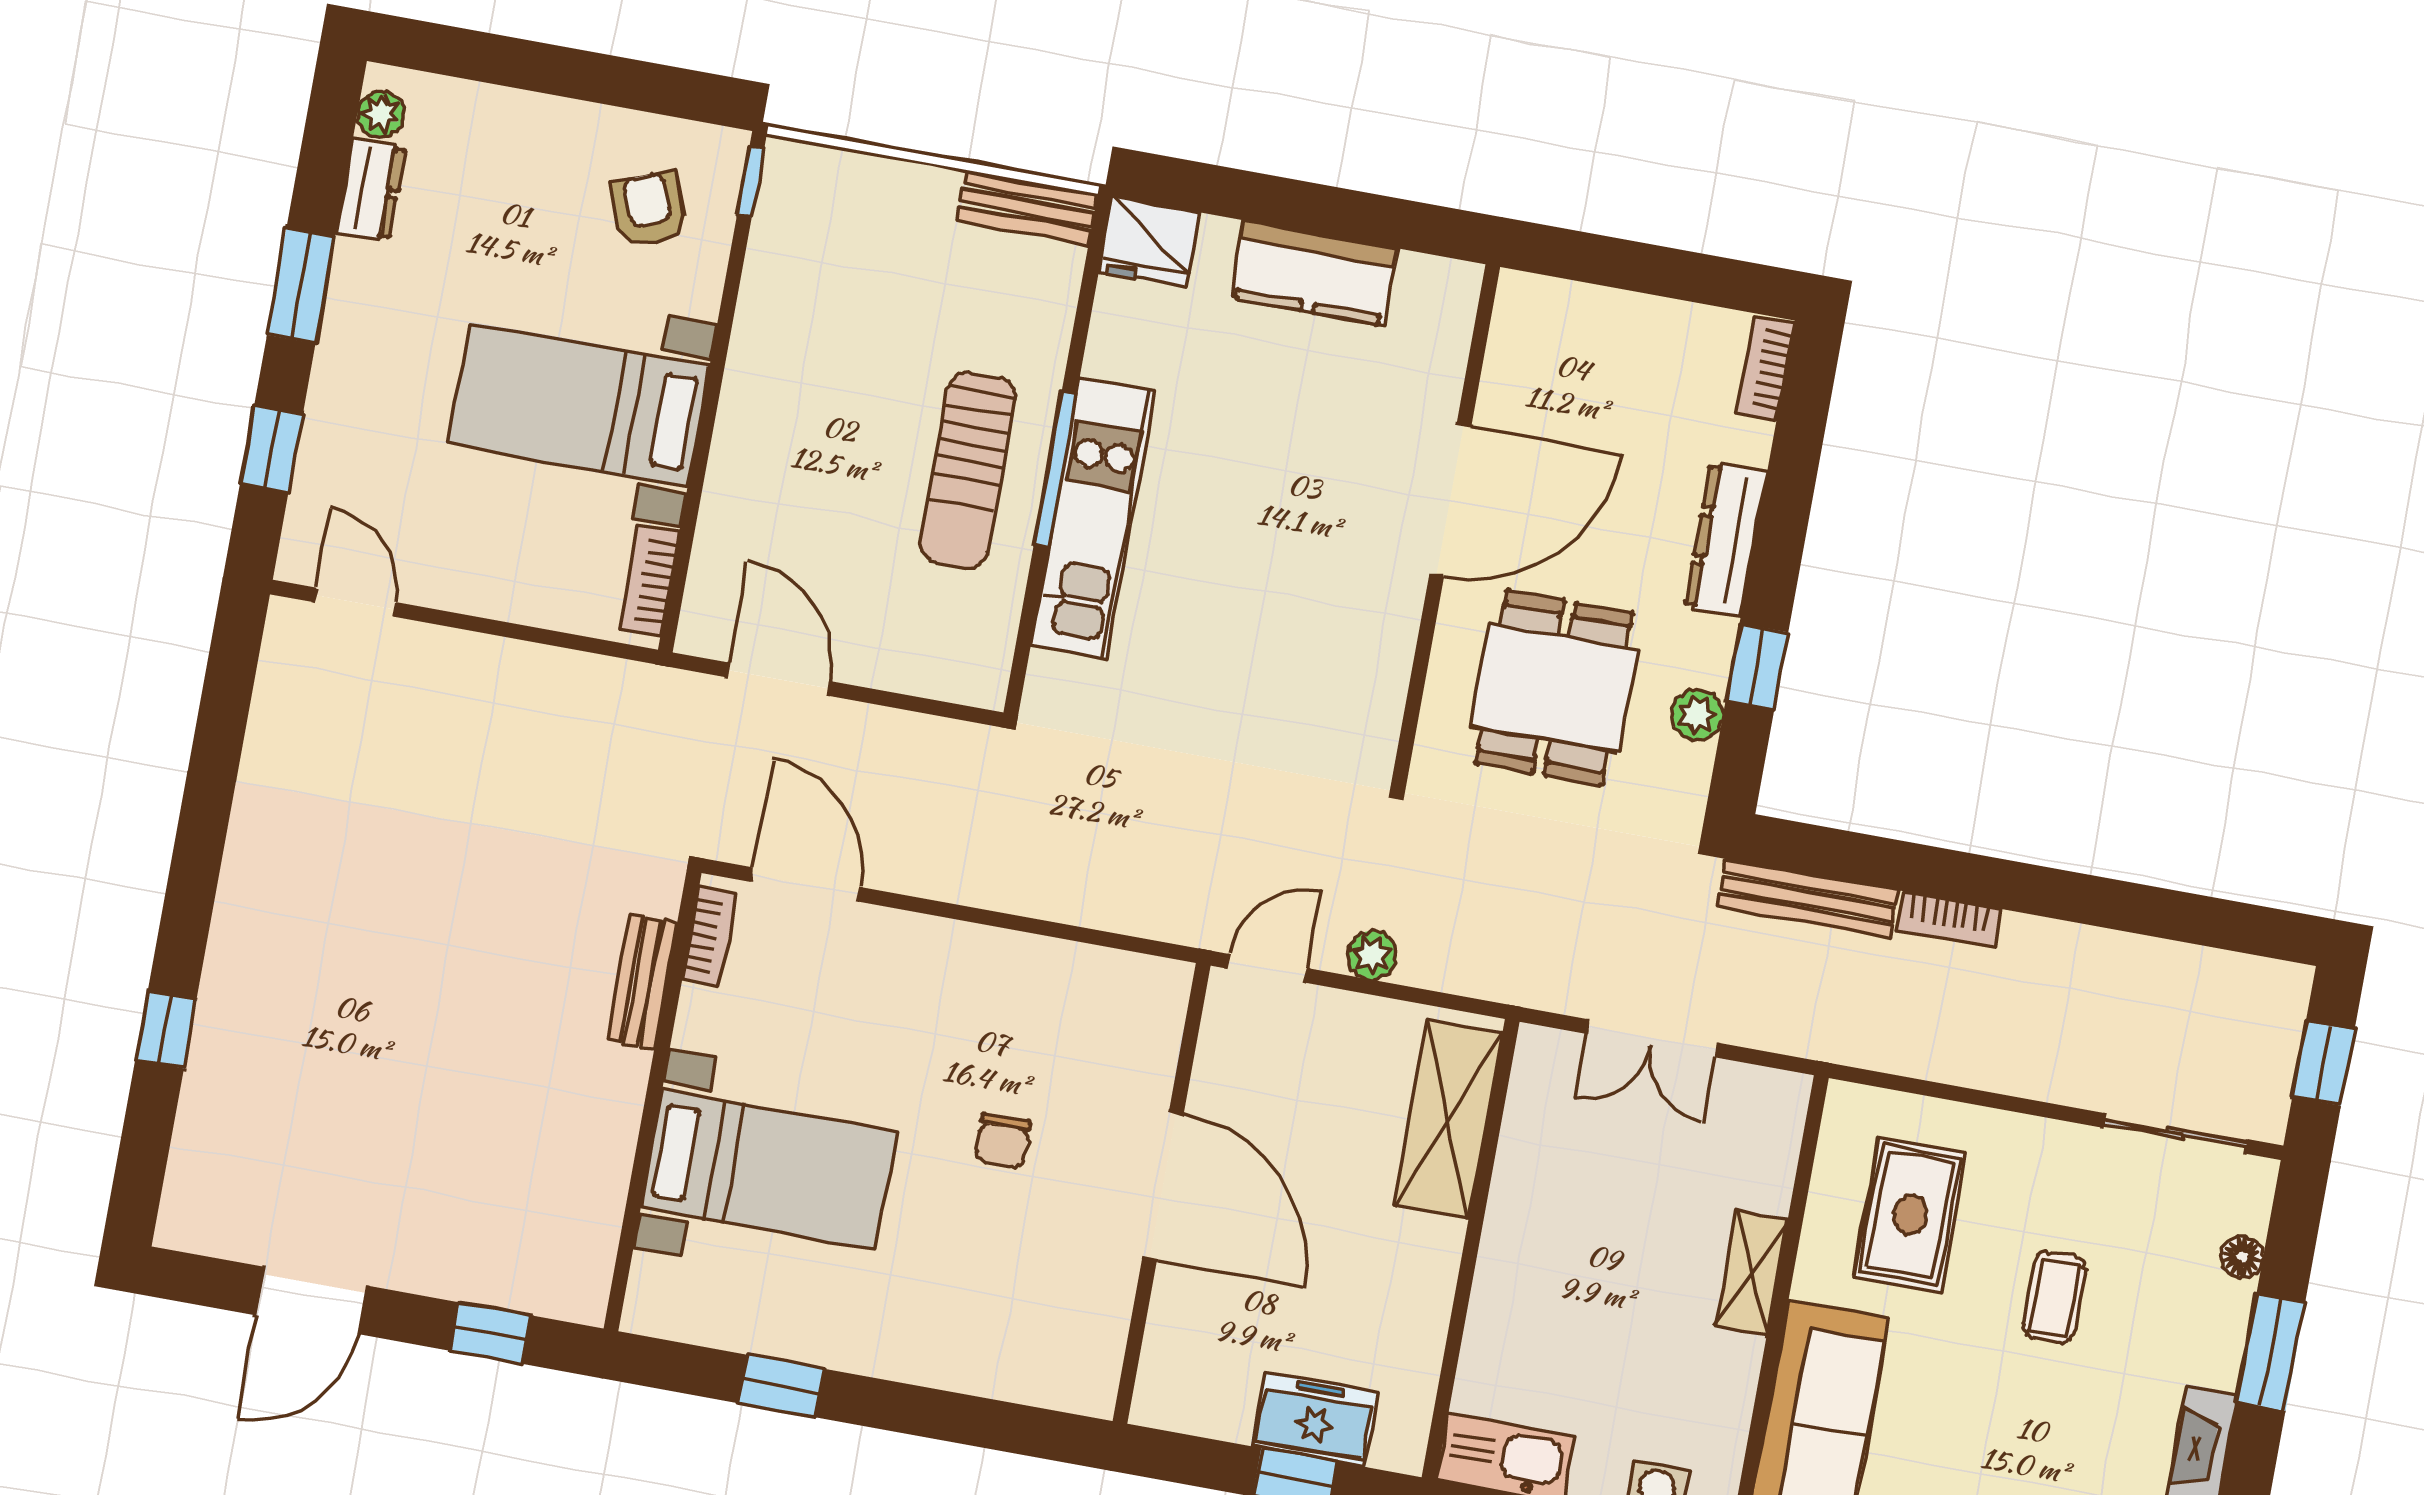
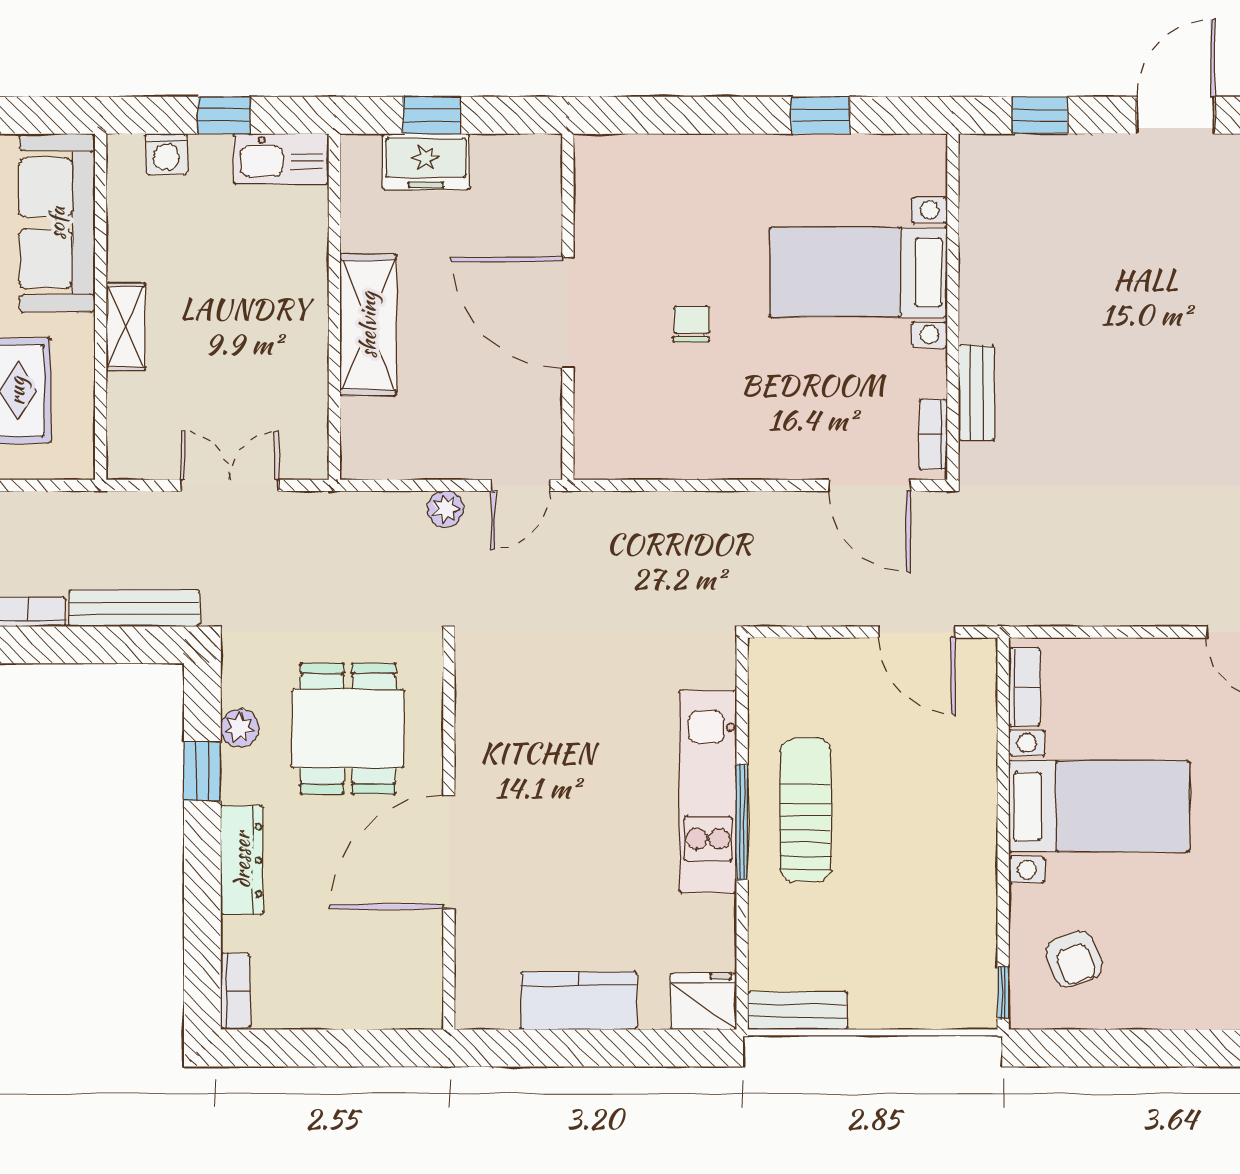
shelving: (1448, 1119) -> (368, 325), moved

